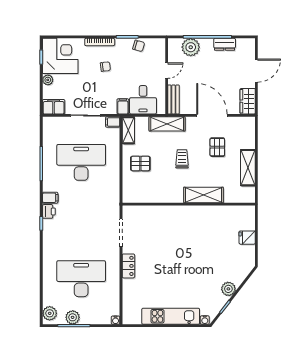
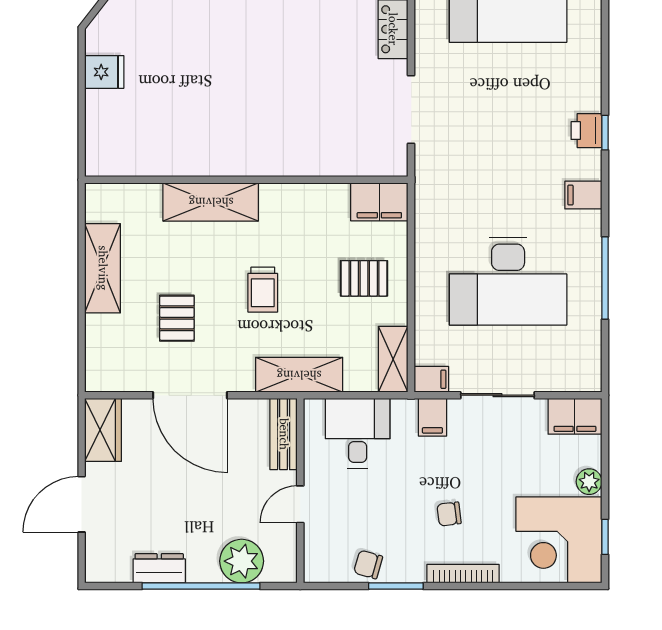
filing cabinet: (123, 106) -> (432, 417), moved
filing cabinet: (134, 195) -> (379, 202), added
printer: (49, 211) -> (587, 131), moved
fridge: (247, 238) -> (104, 72), moved

